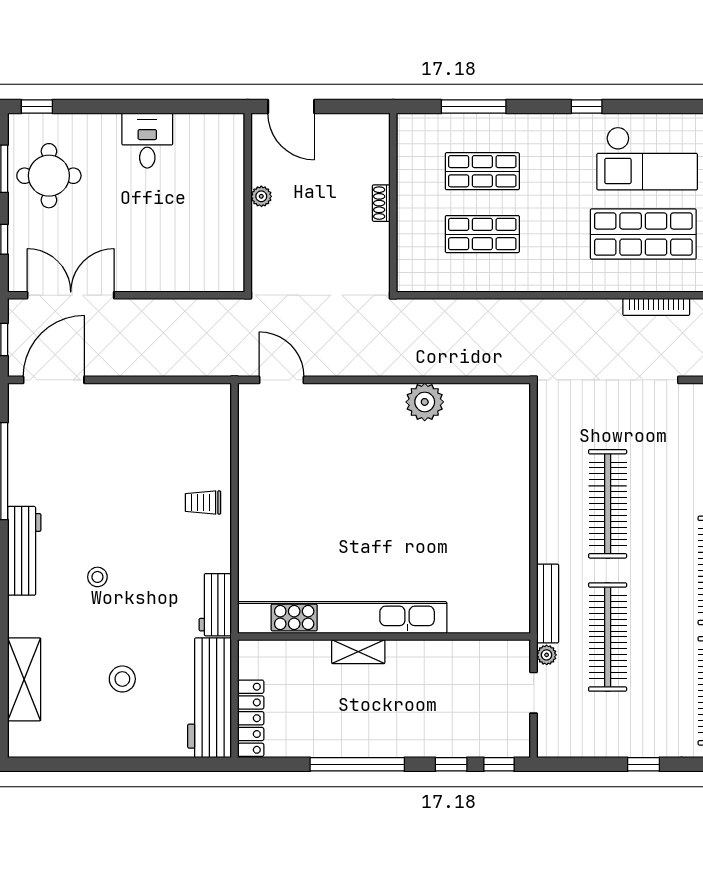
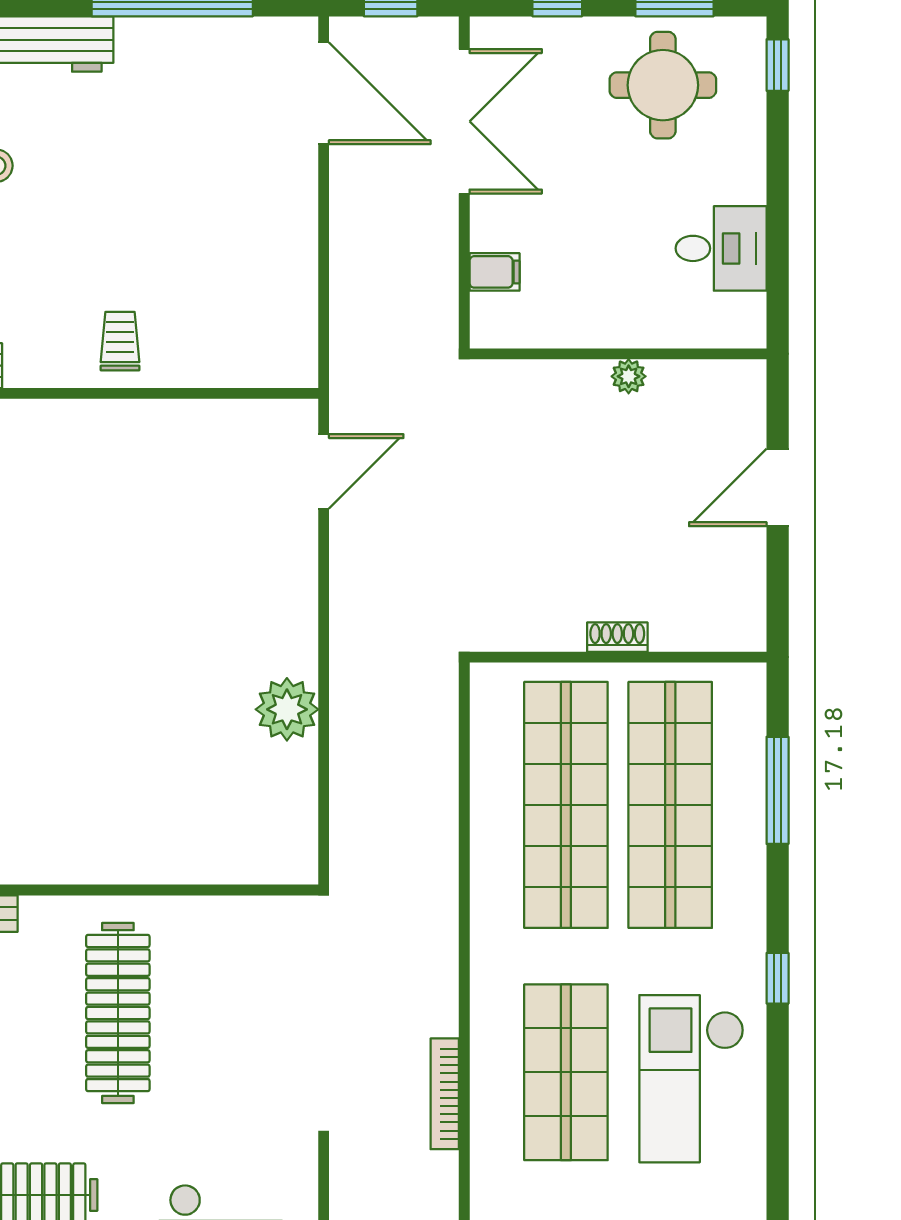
shop shelf: (482, 171) -> (670, 805), width x2.00, depth x1.36
plant: (261, 196) -> (629, 376), moved
wall: (248, 203) -> (618, 354), moved
shop shelf: (482, 234) -> (566, 805), width x2.00, depth x1.36
filing cabinet: (161, 277) -> (495, 272), added
clothes rail: (608, 504) -> (118, 1013), turned 90

